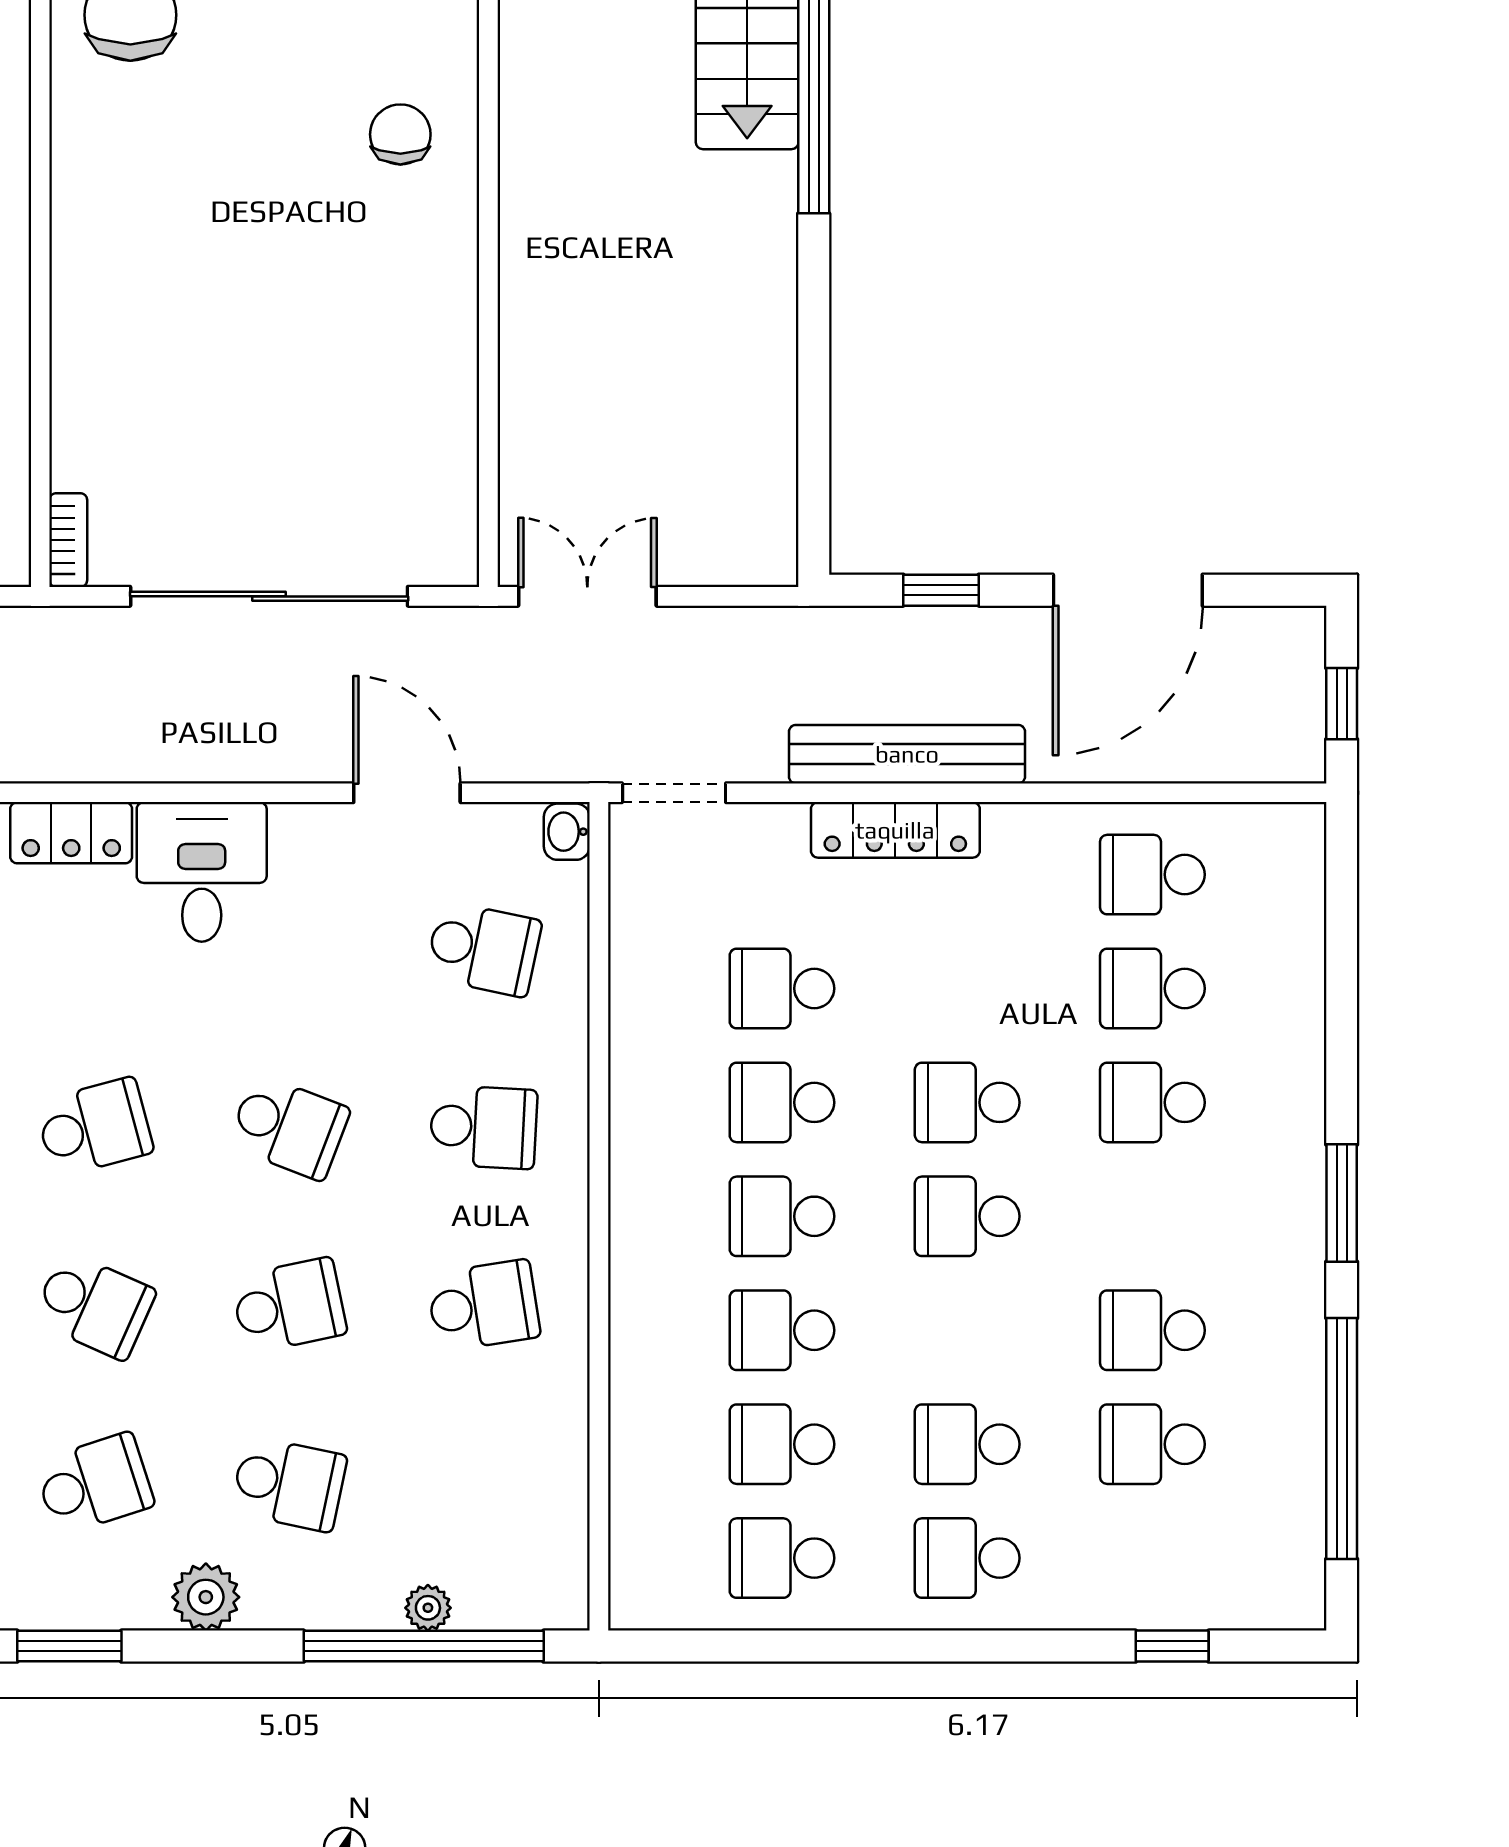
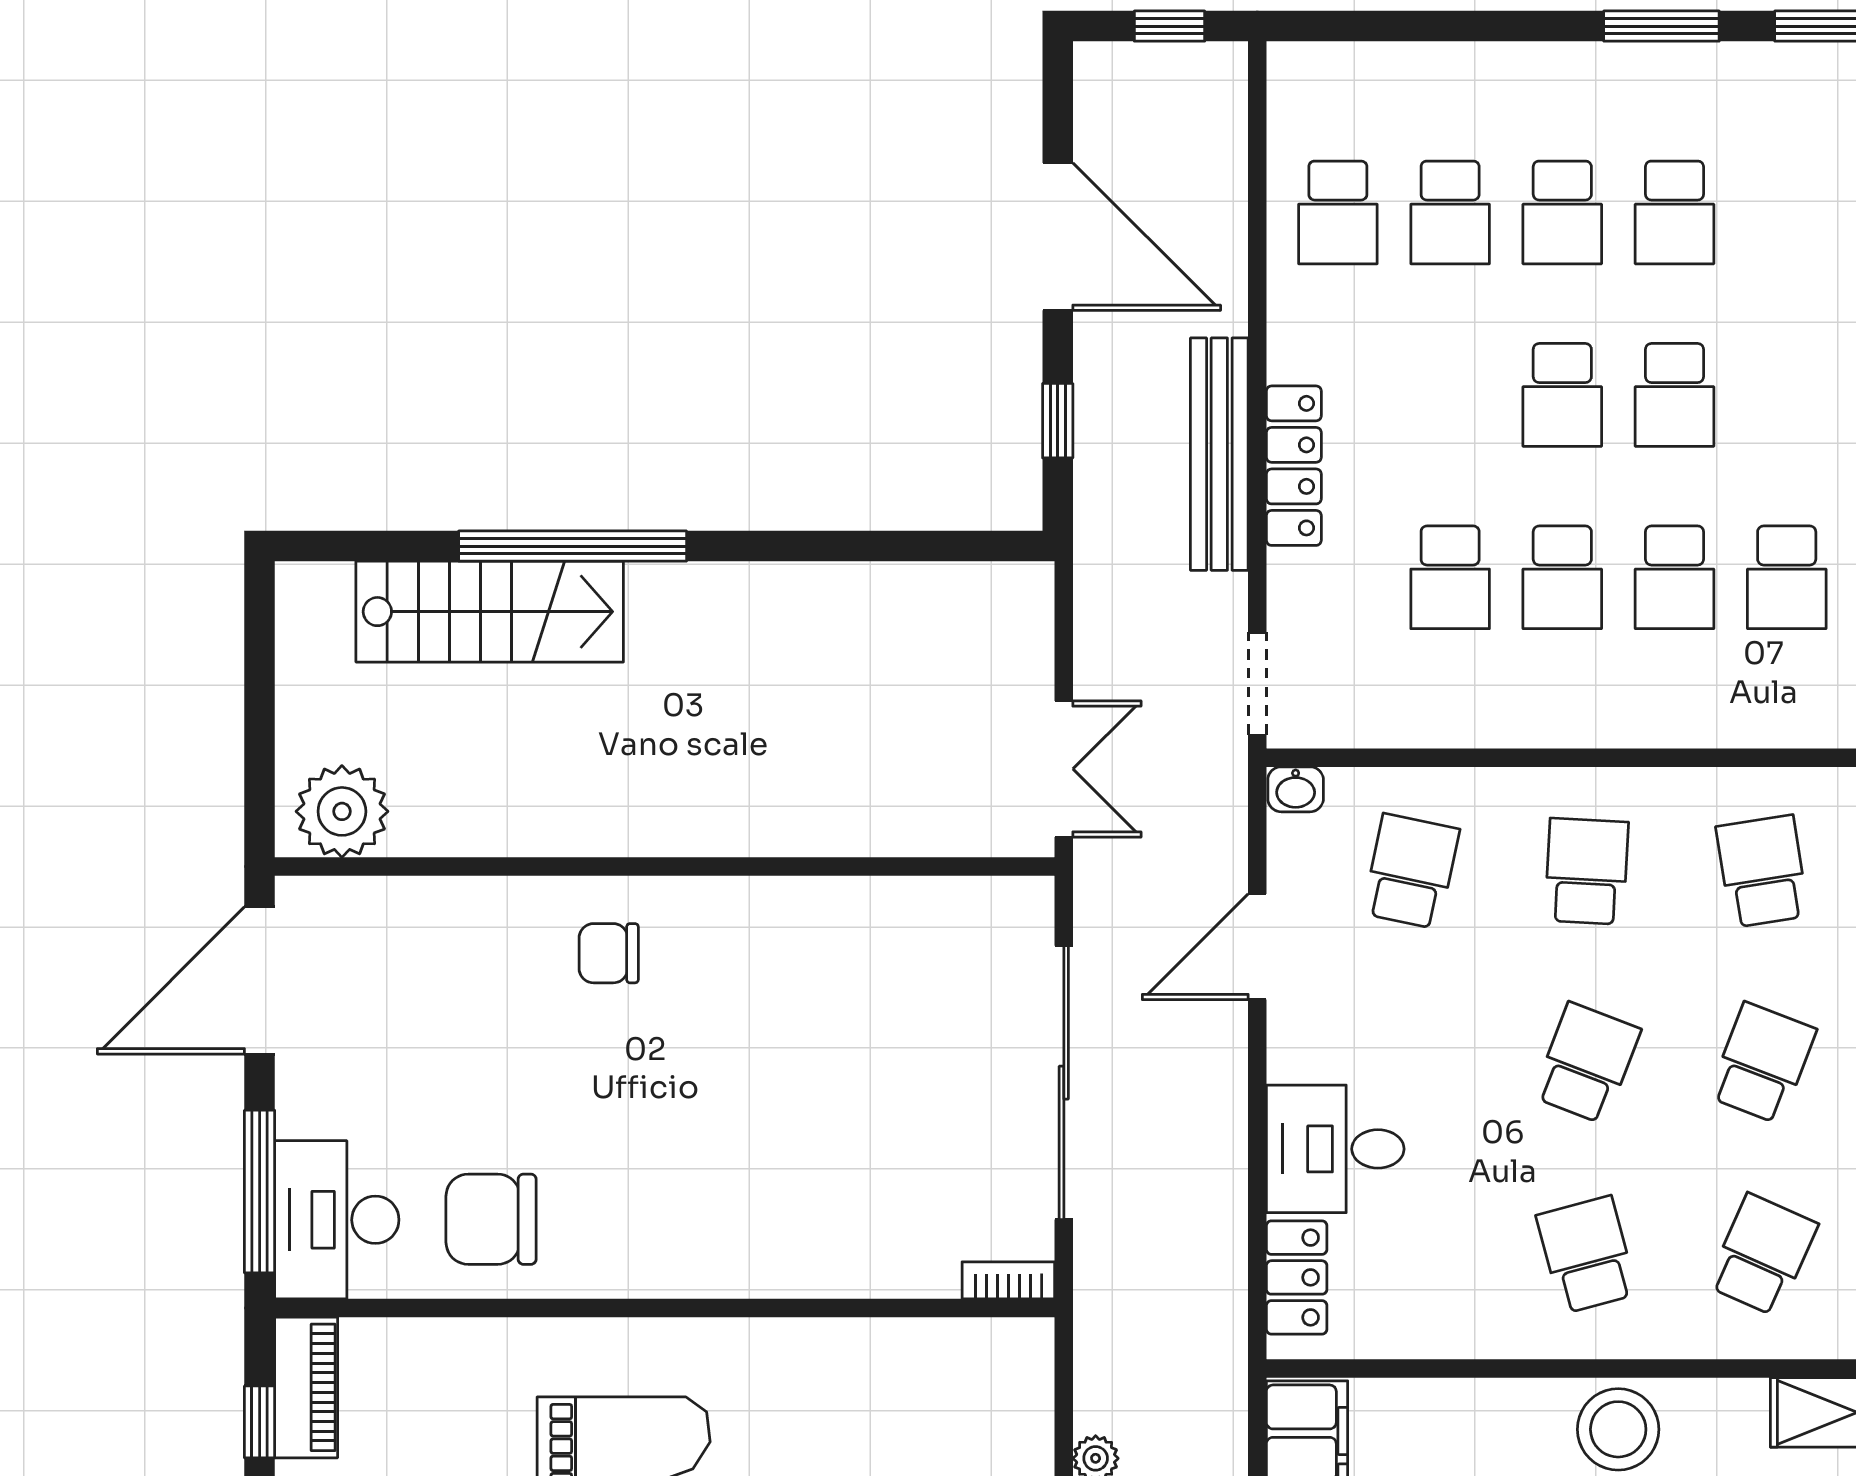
double door: (587, 596) -> (1064, 769), swing flipped
school desk: (289, 1305) -> (1762, 1063), turned 33
school desk: (1152, 1330) -> (1675, 212), moved

